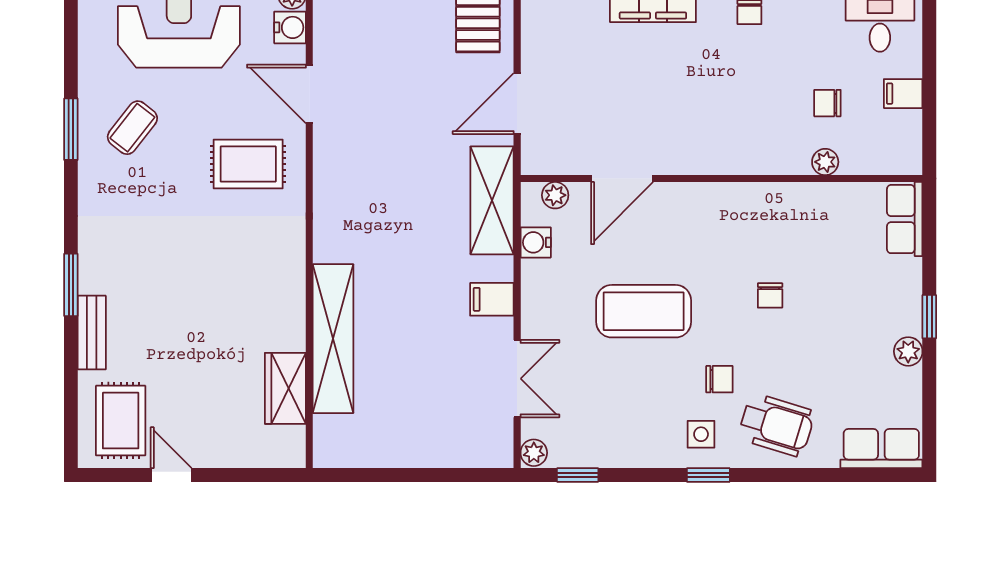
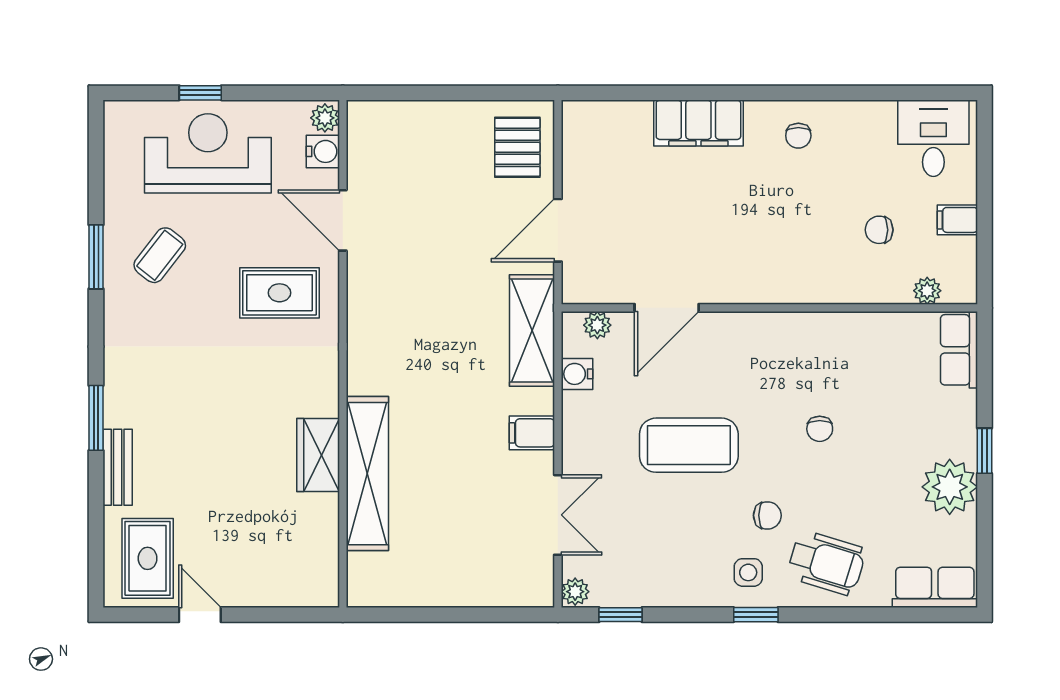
plant: (825, 162) -> (927, 291), moved
plant: (908, 351) -> (950, 487), width x1.87, depth x1.87
wardrobe: (285, 388) -> (318, 455), moved

